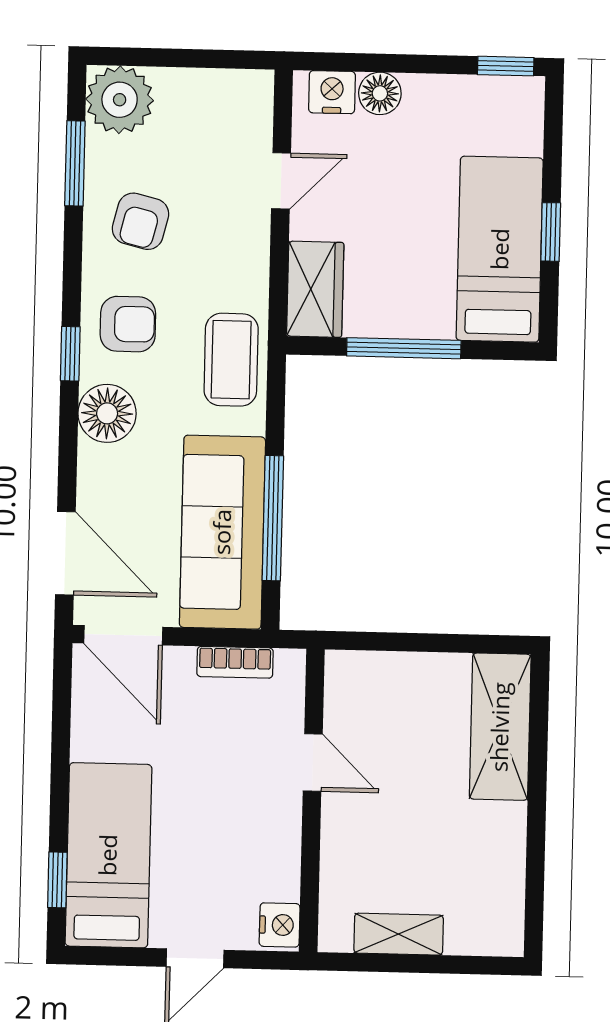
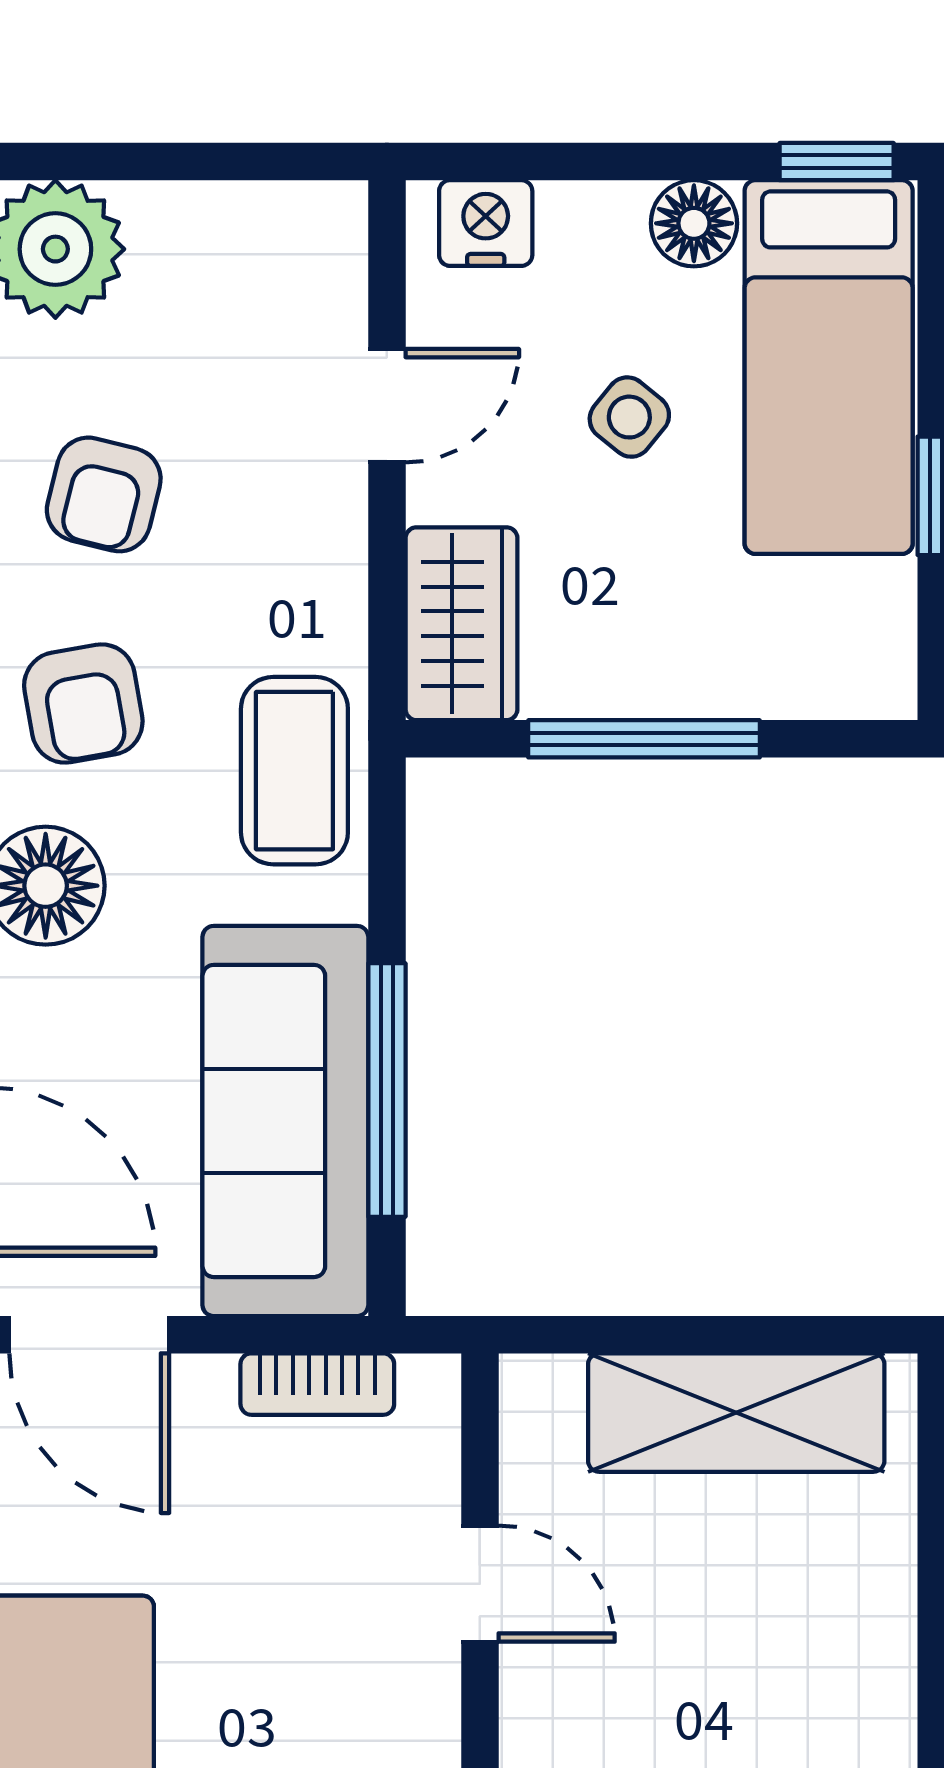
floor lamp: (380, 93) -> (694, 223), moved
side table: (400, 189) -> (629, 417), added
bed: (500, 249) -> (829, 367), moved, turned 180
armchair: (128, 324) -> (83, 704), turned 80
shelving: (500, 727) -> (736, 1413), moved, turned 90

